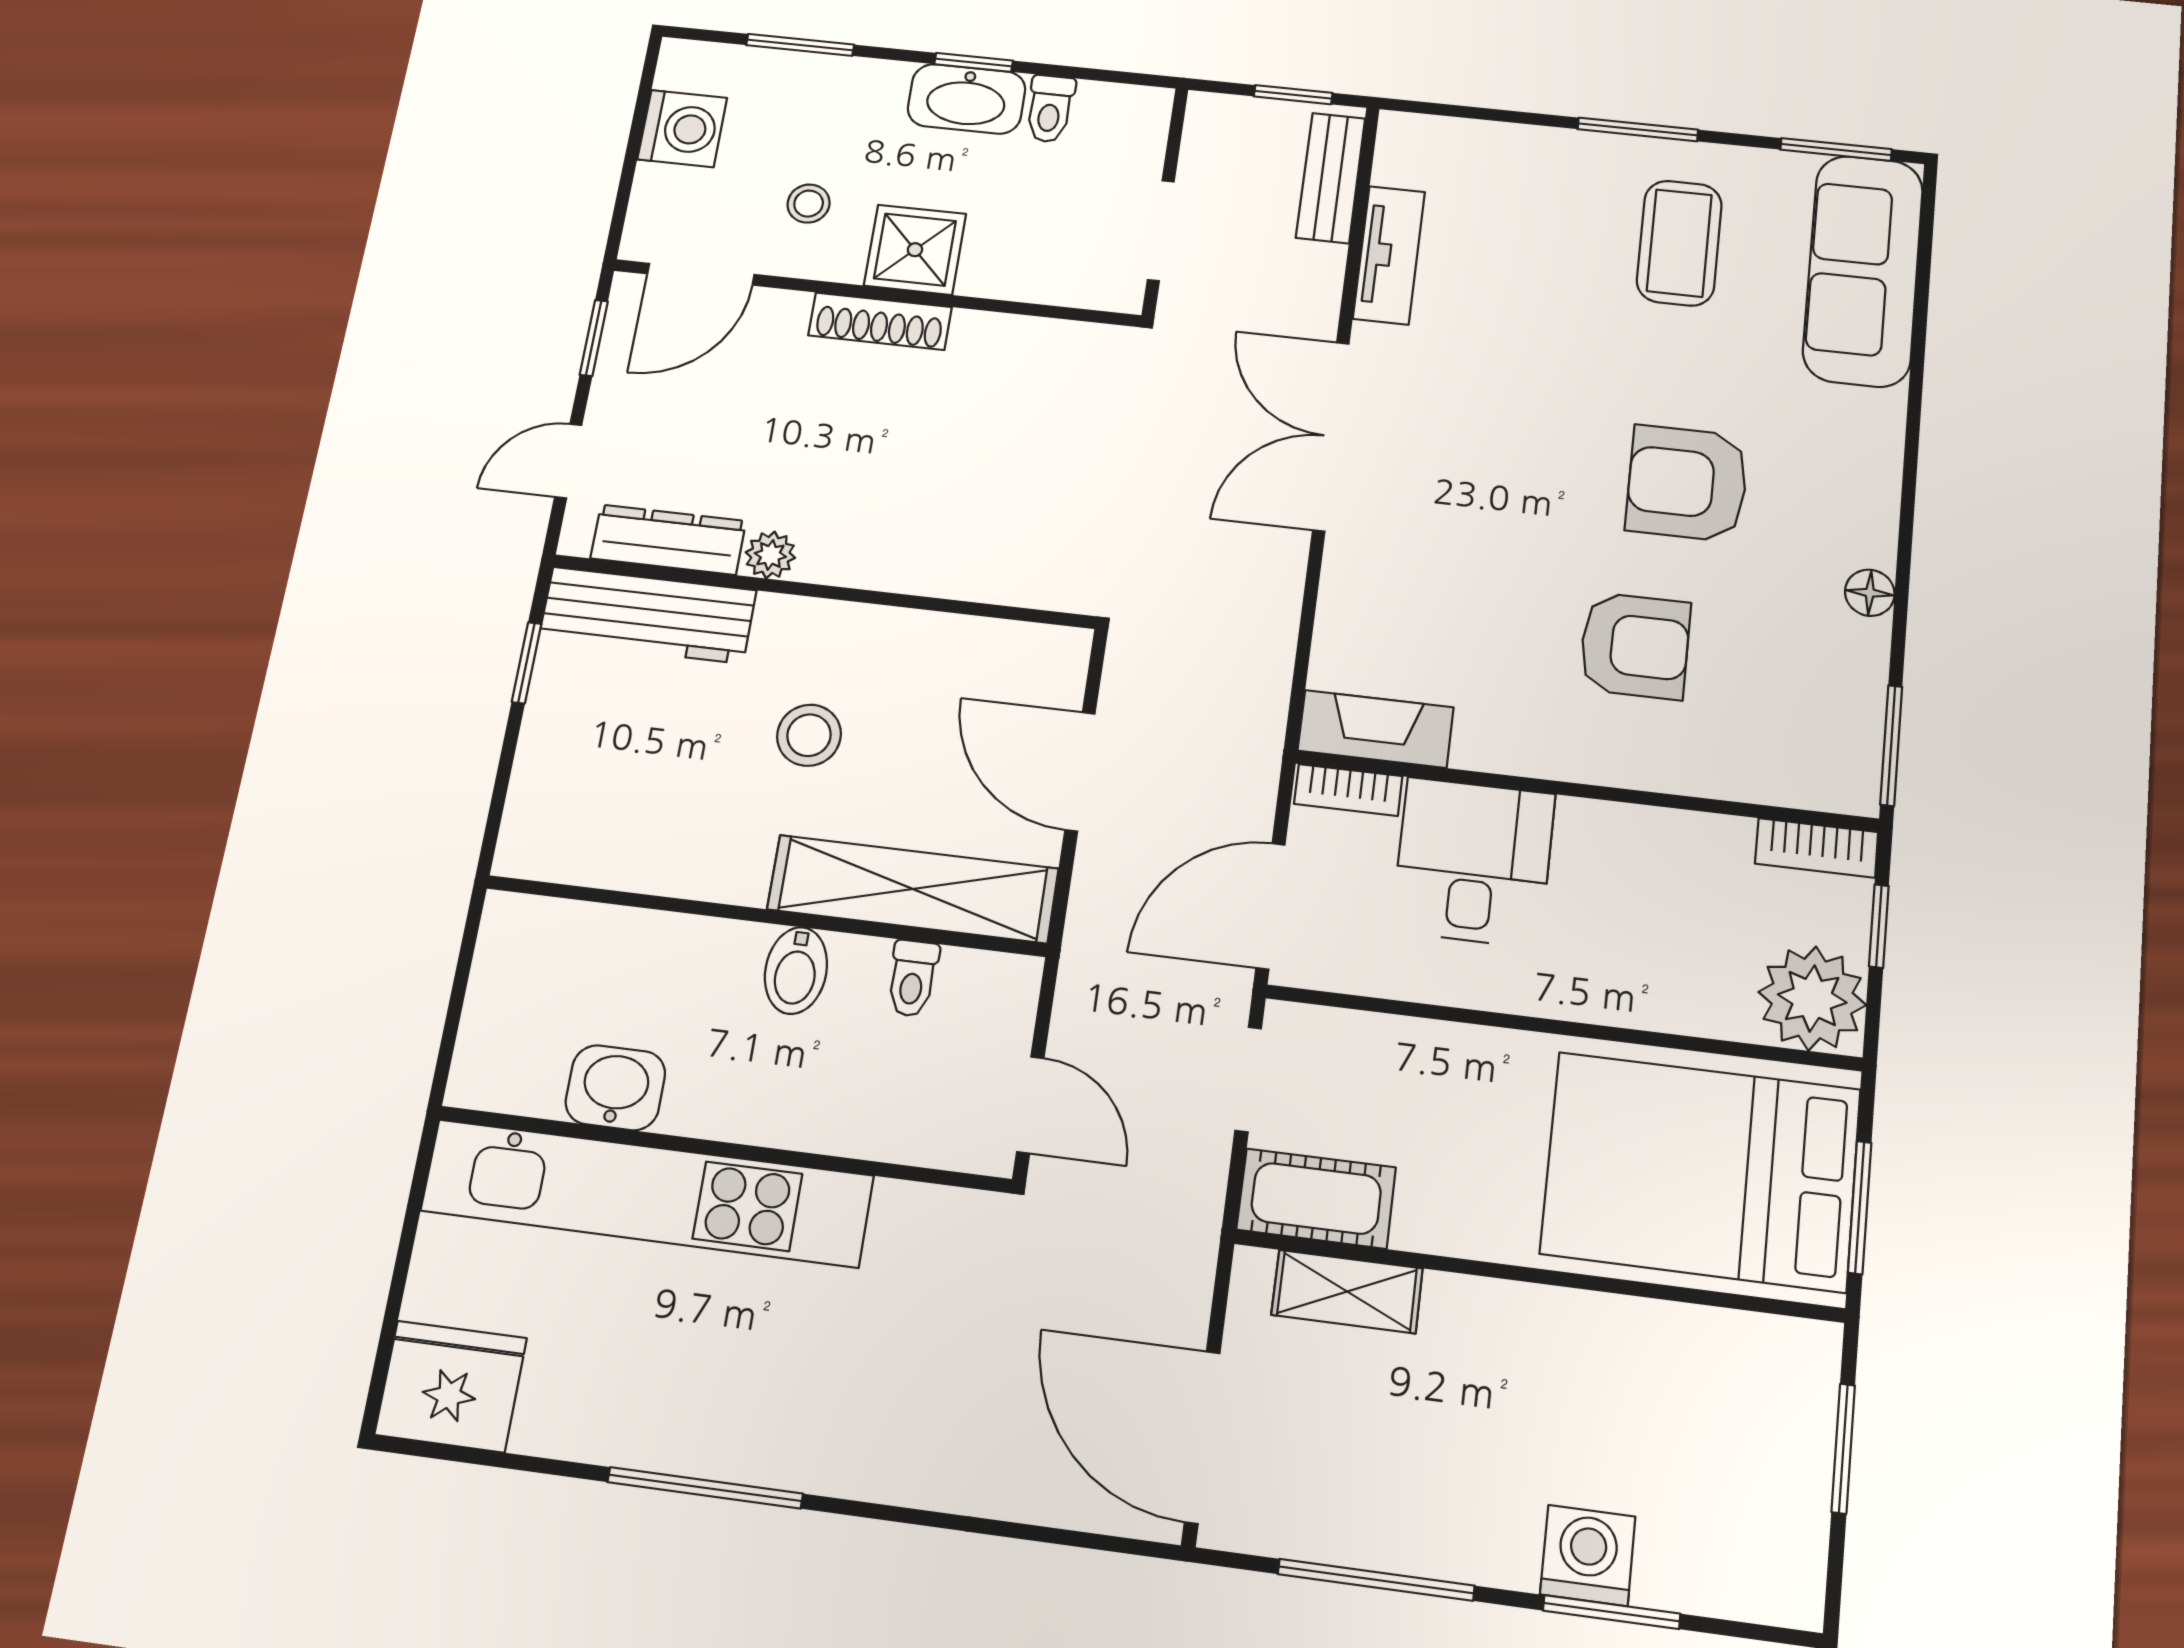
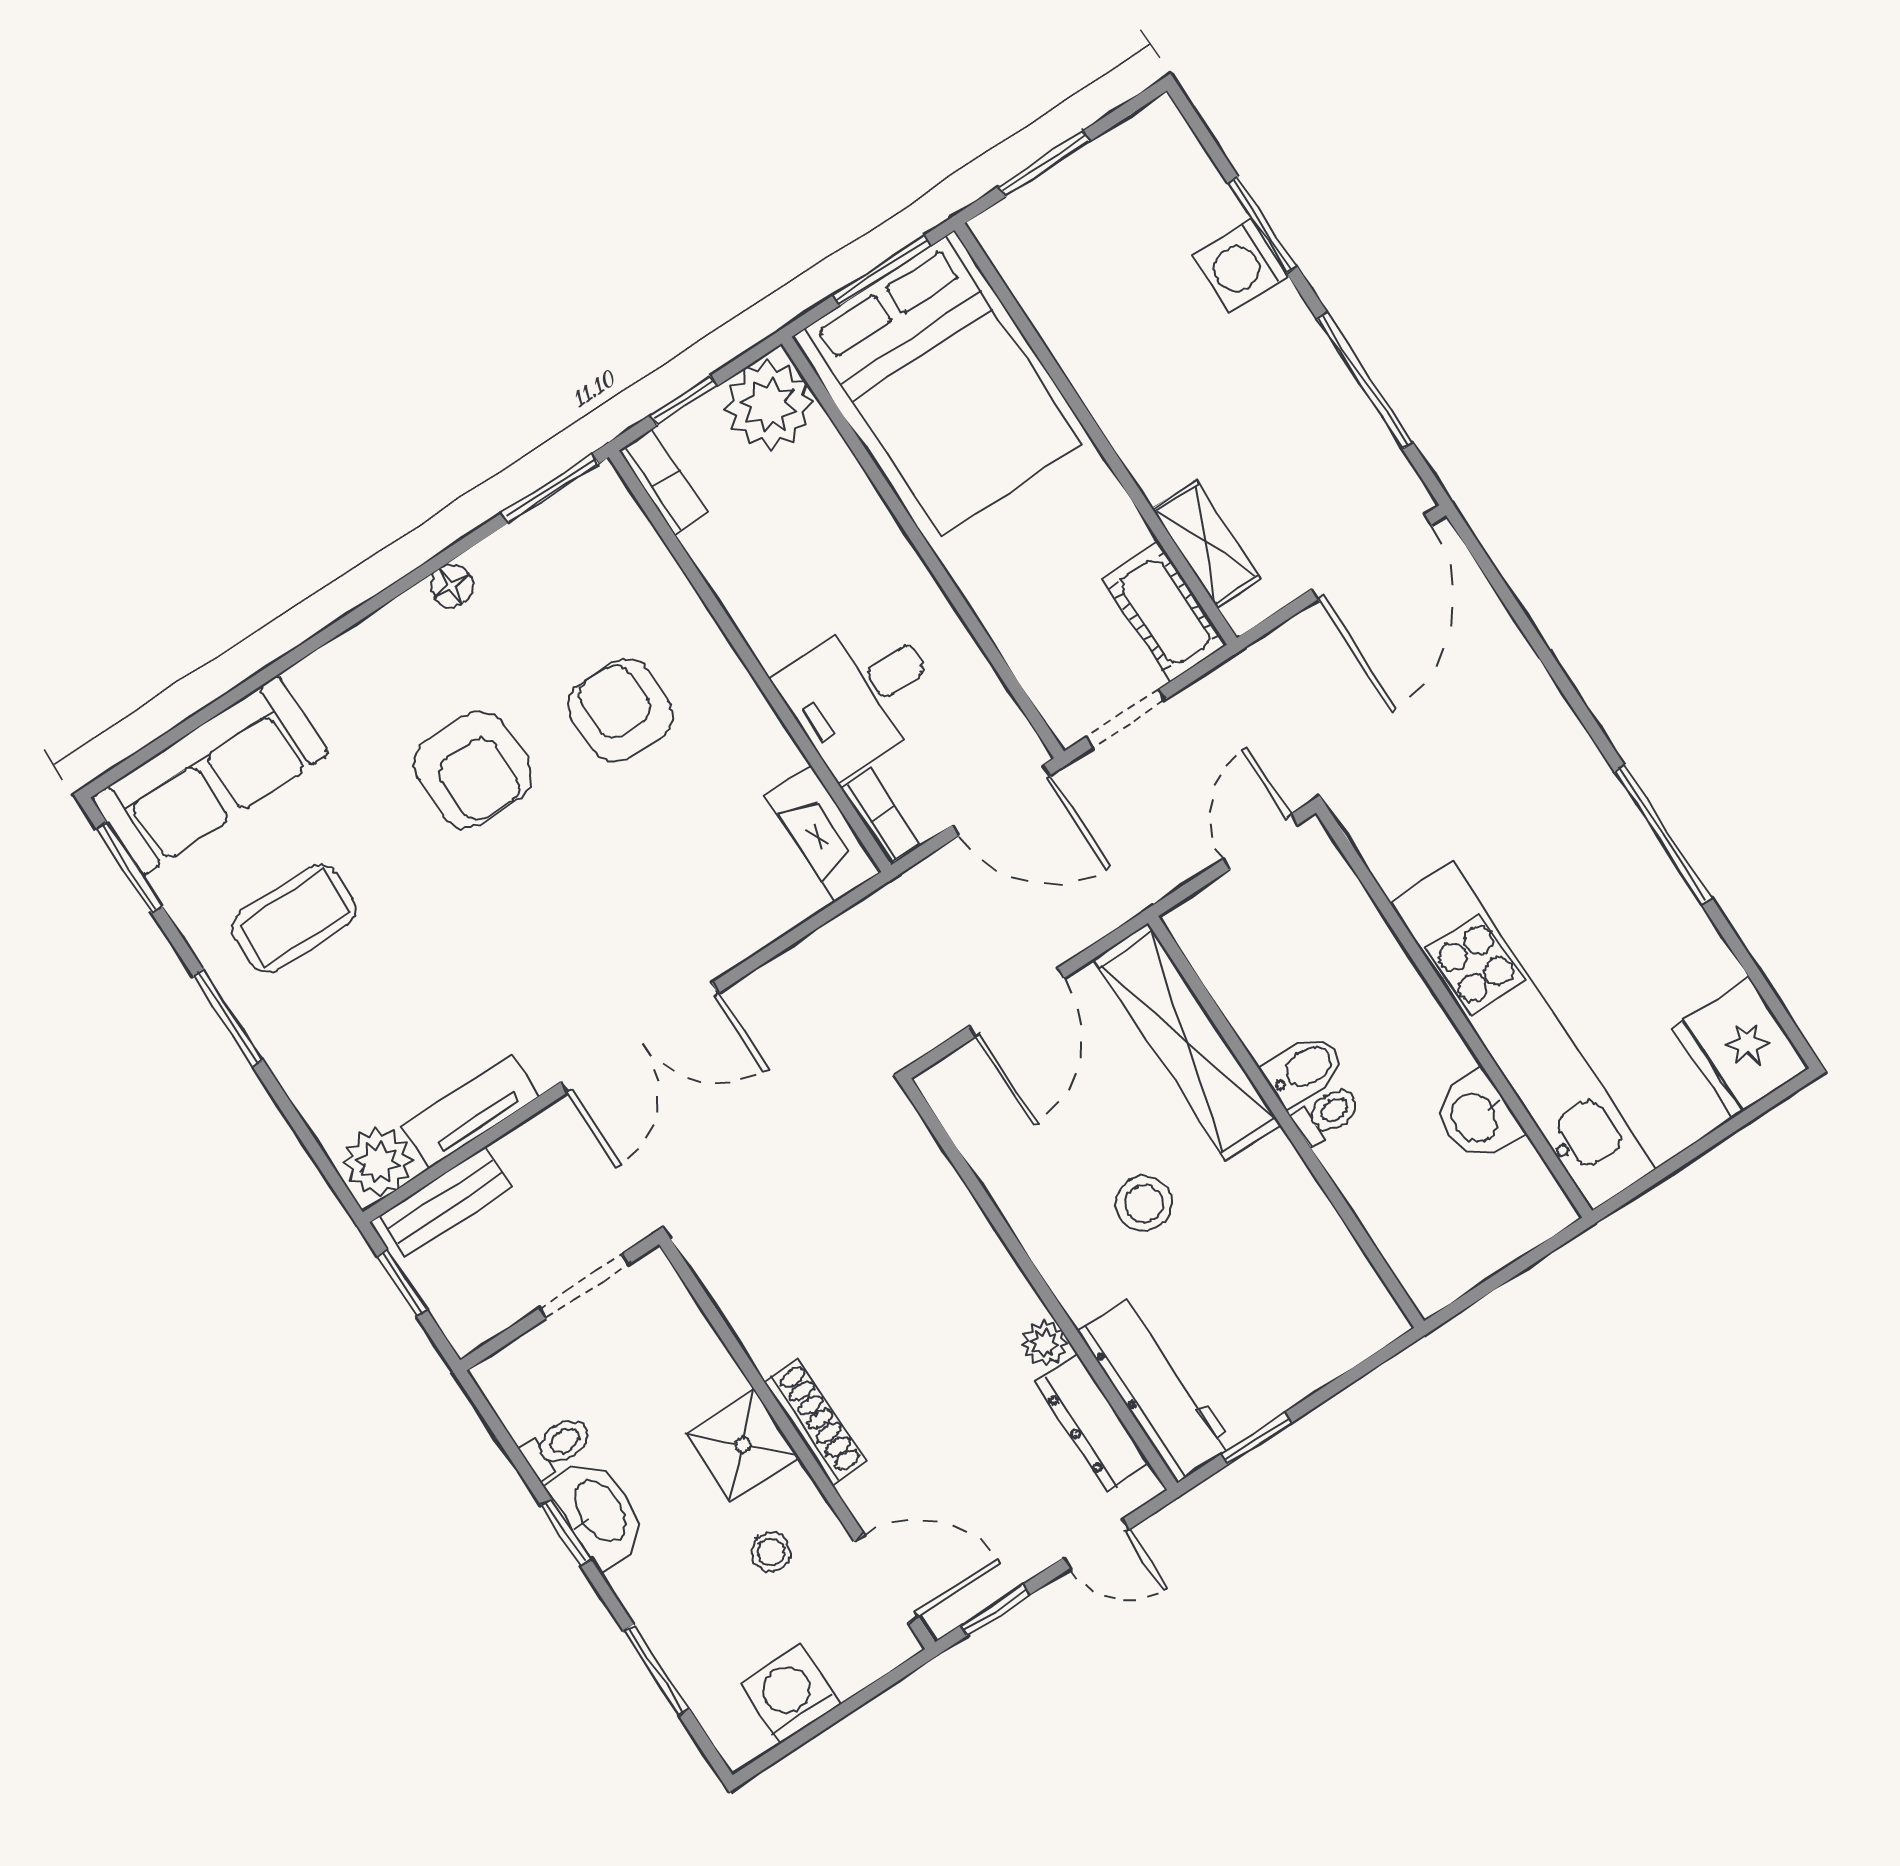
plant: (1411, 152) -> (378, 1162), added
toilet: (912, 978) -> (1327, 1115), moved

